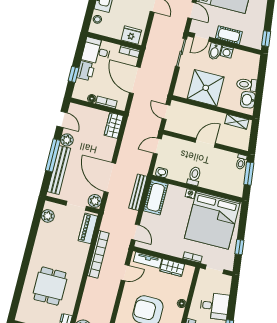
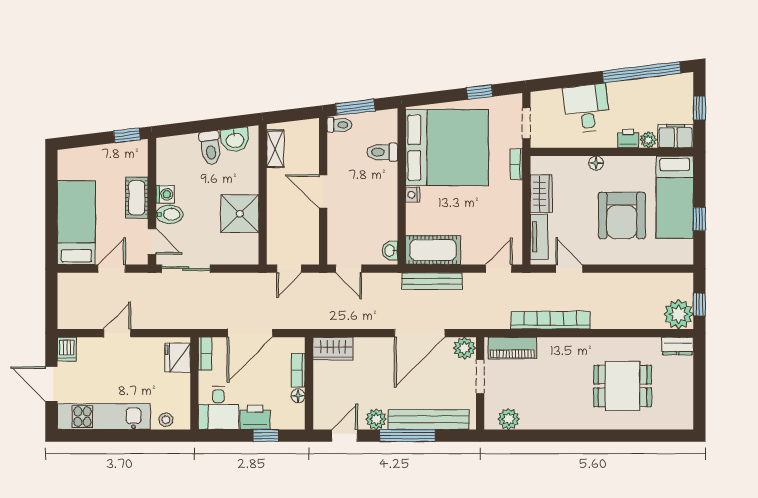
shower: (206, 88) -> (240, 214), width x0.73, depth x0.73
toilet: (194, 176) -> (382, 152), moved

